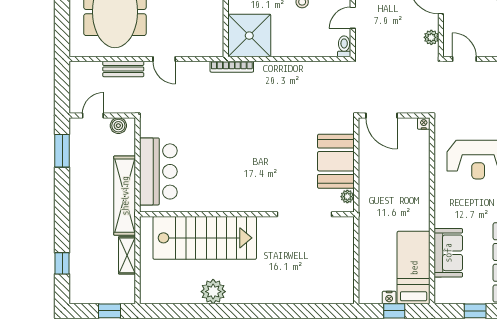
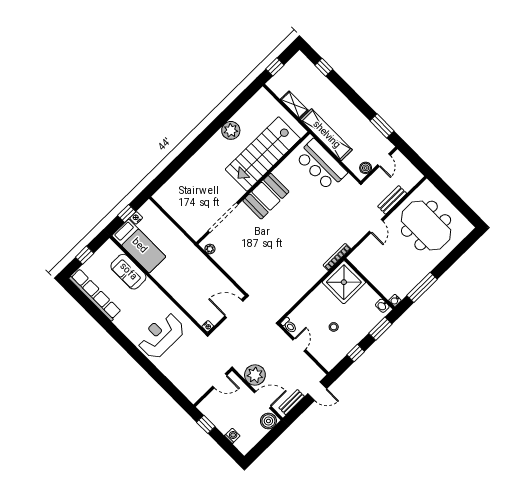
plant: (431, 37) -> (255, 375), width x1.87, depth x1.87
door: (164, 59) -> (376, 226), swing flipped
booth: (336, 161) -> (266, 196), moved, turned 90

